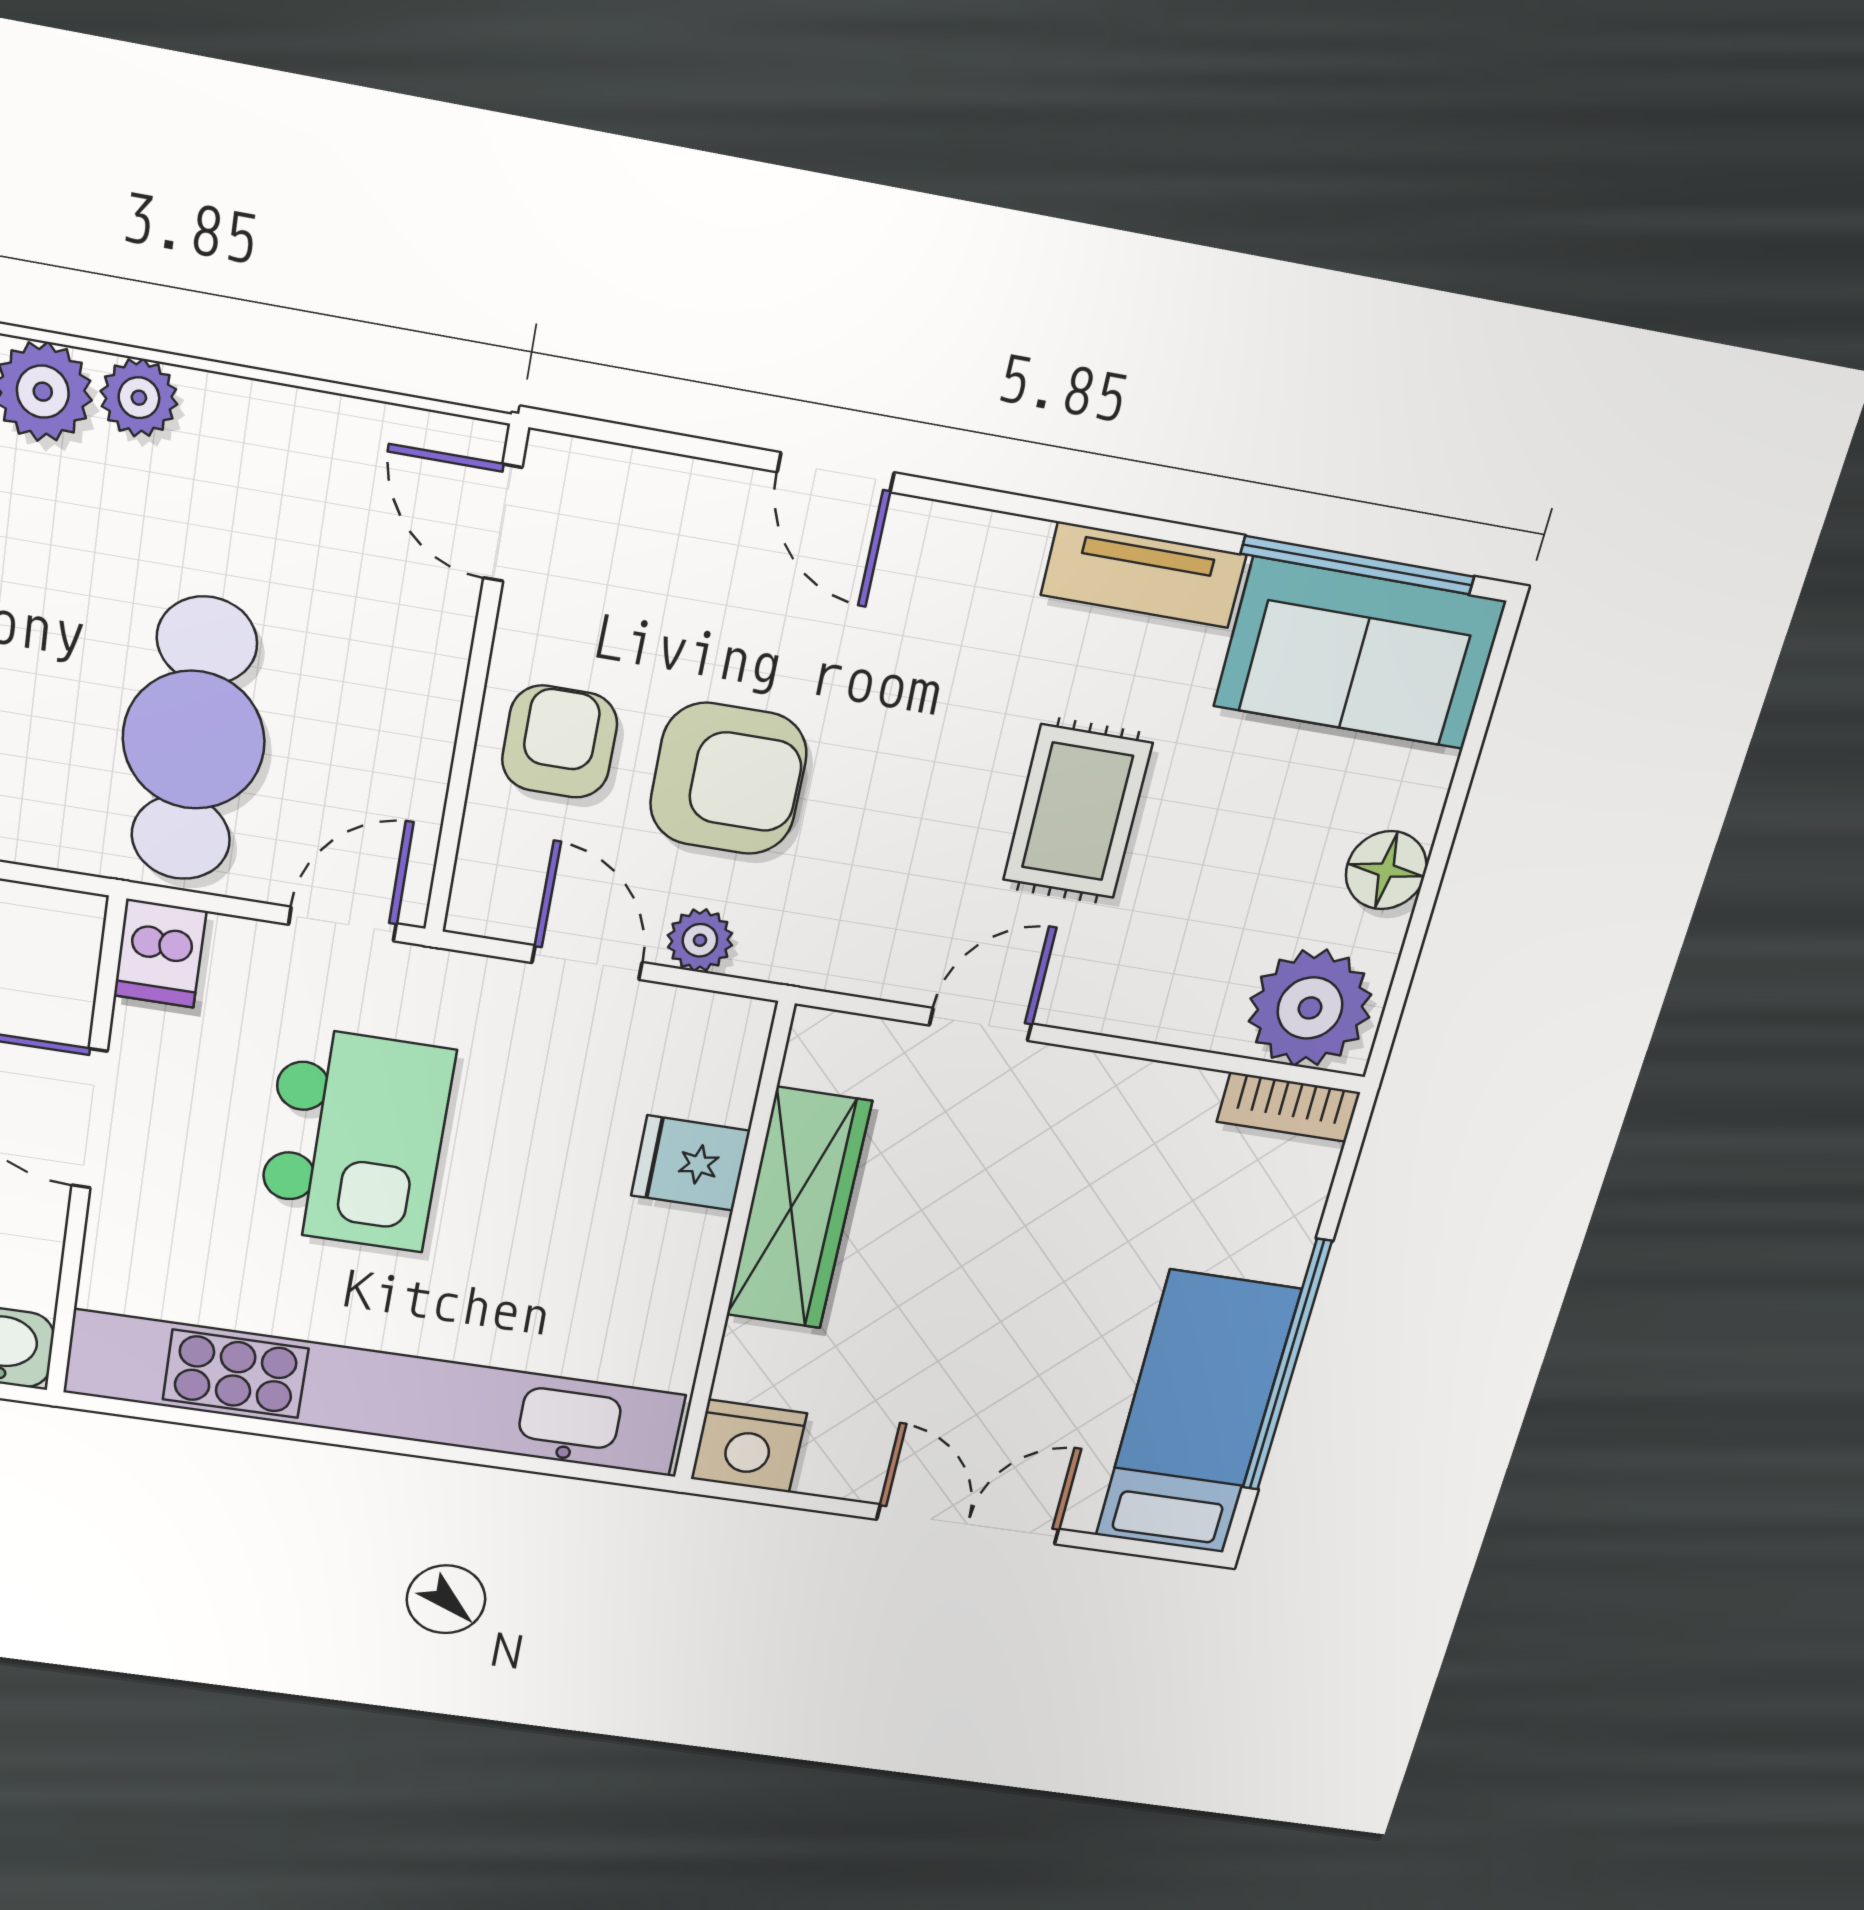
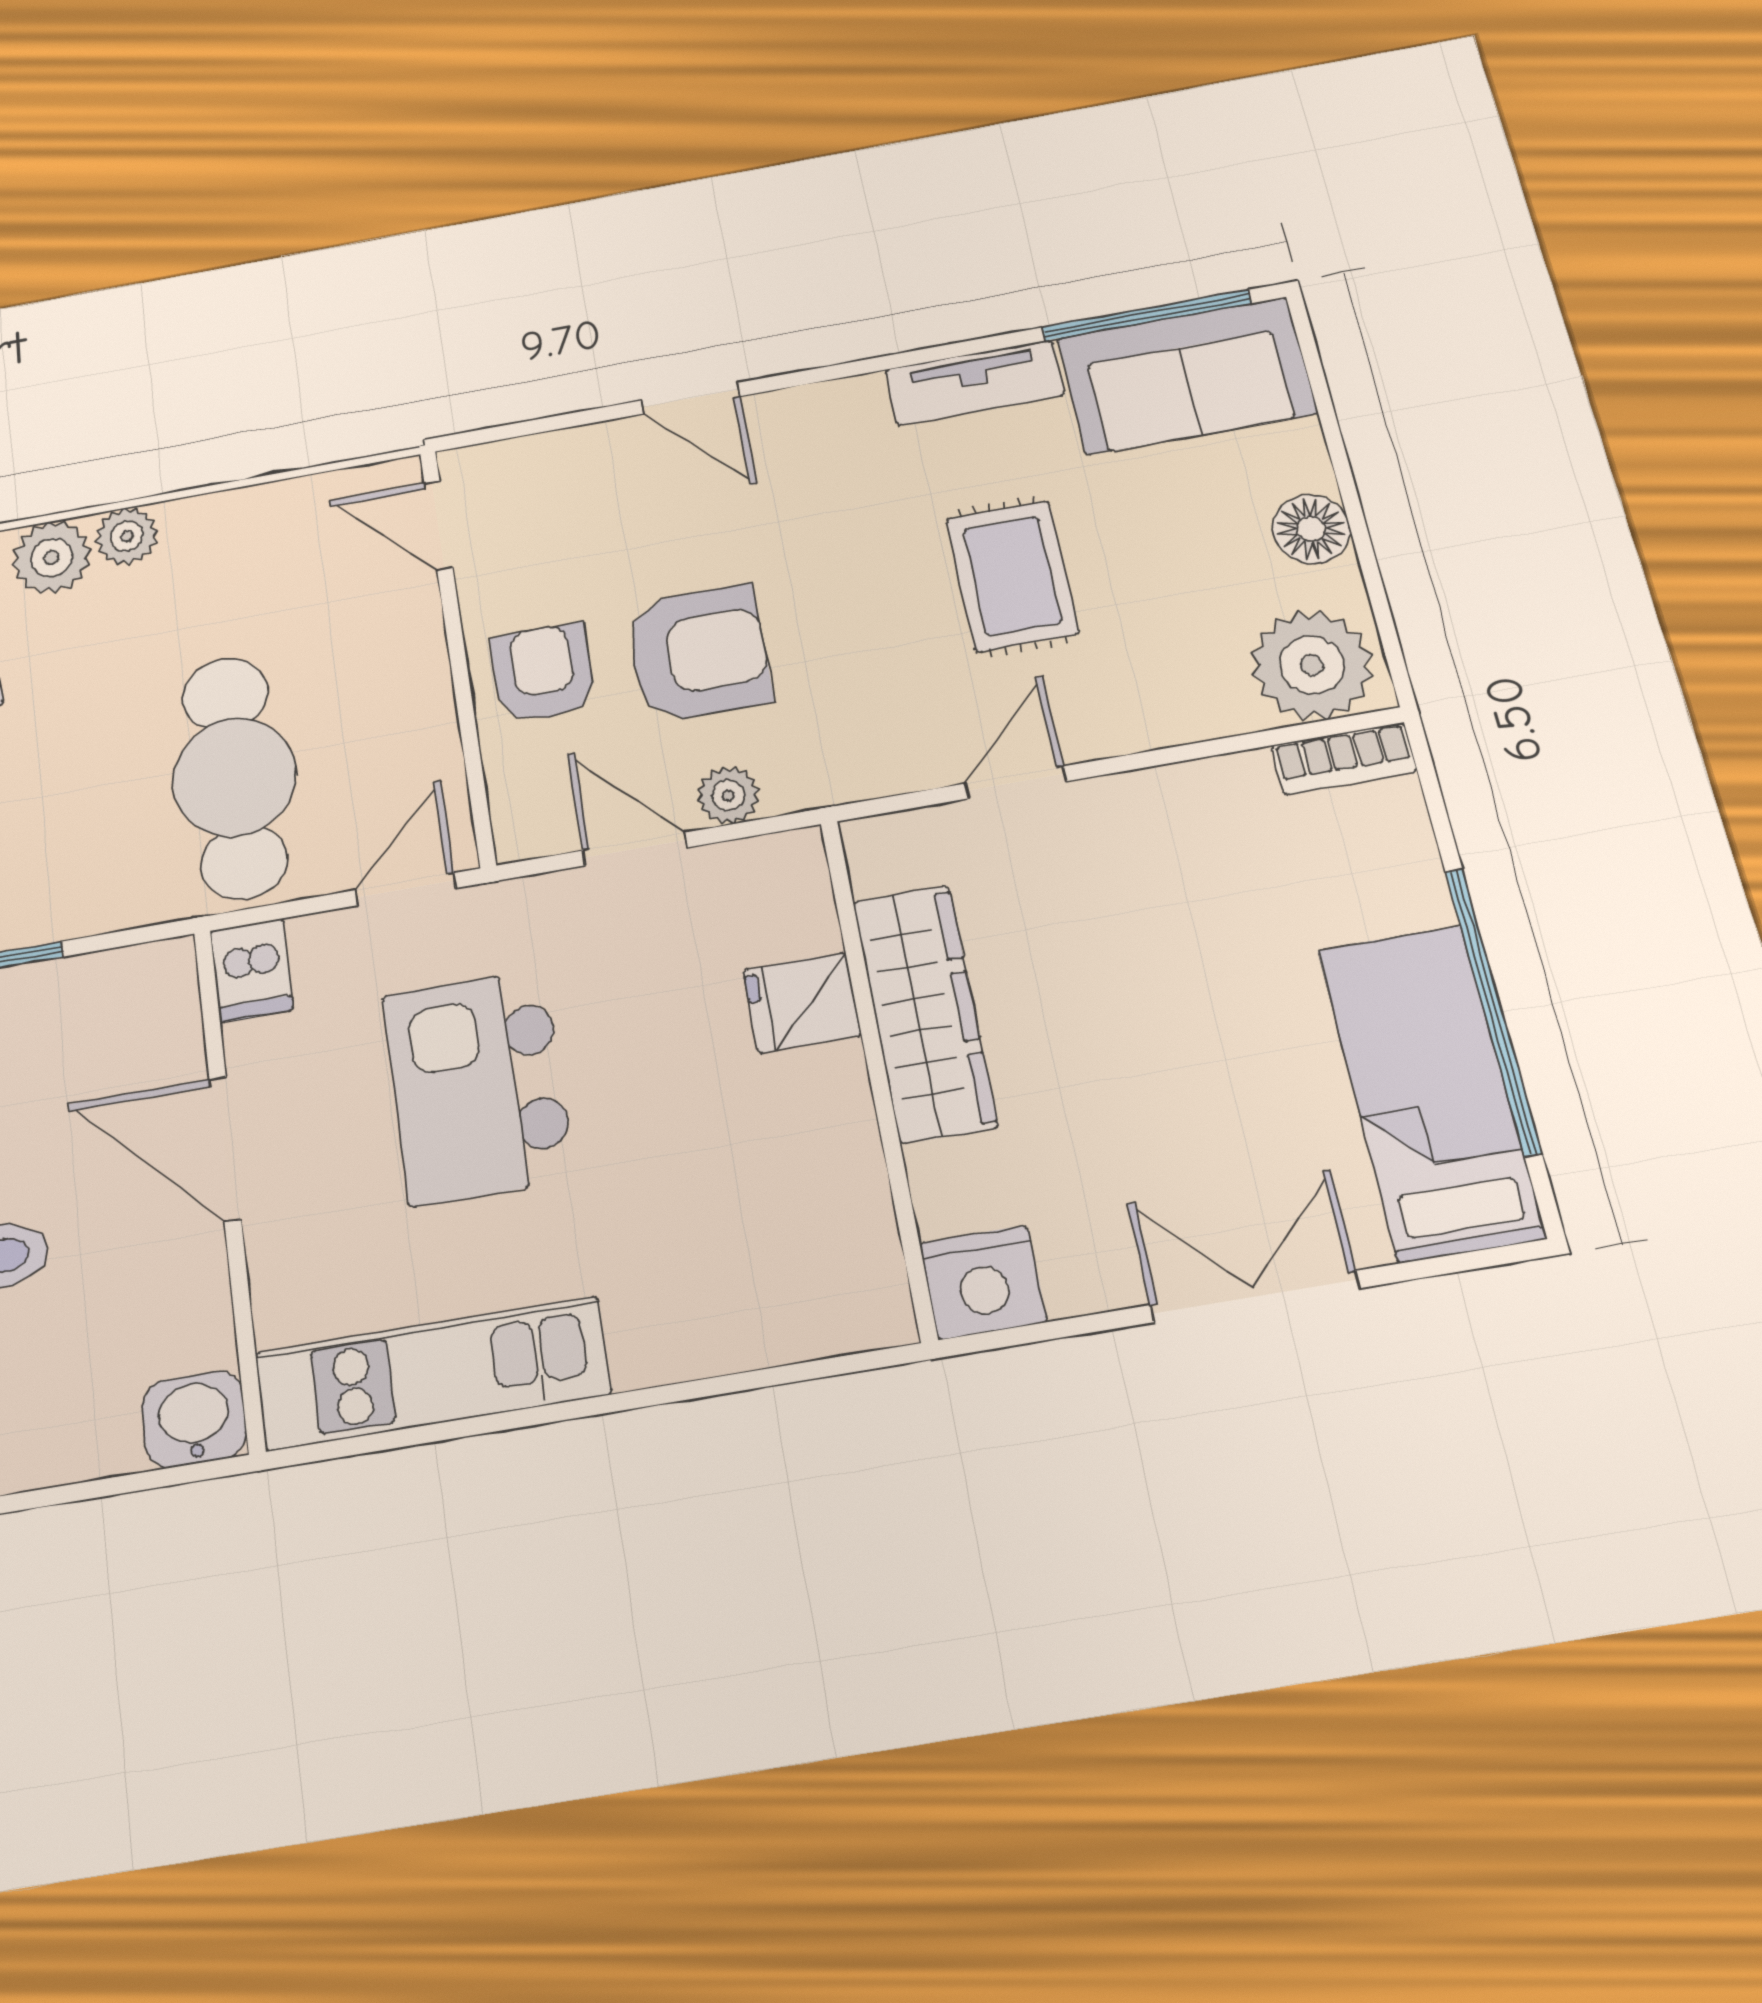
kitchen island: (355, 1140) -> (478, 1086), turned 180
kitchen unit: (376, 1394) -> (432, 1374), width x0.54

